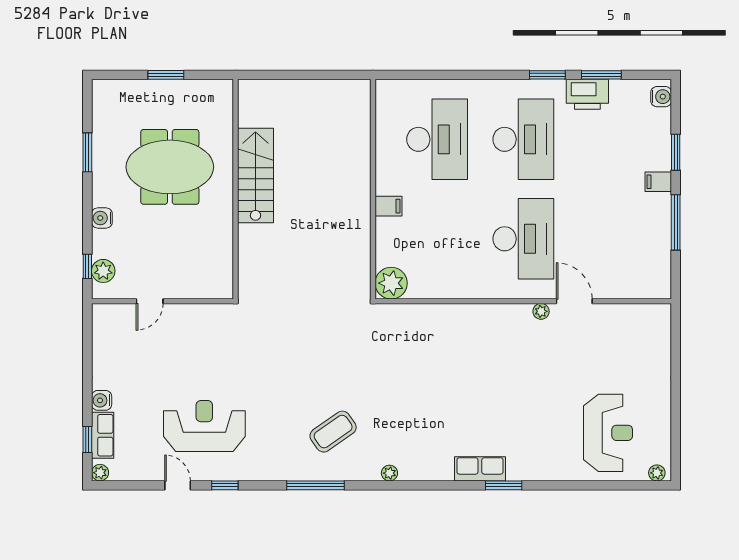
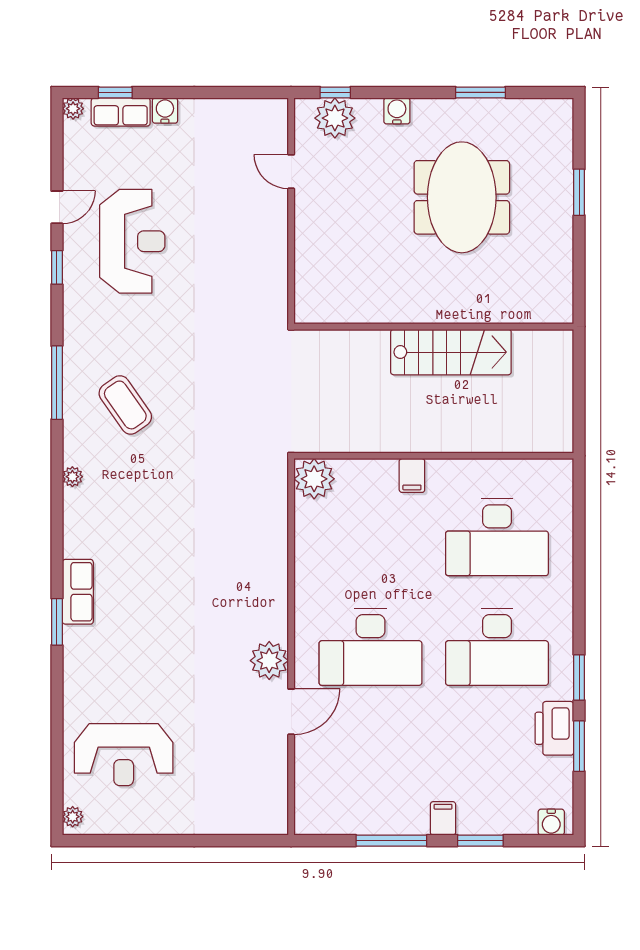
stairs: (255, 175) -> (451, 352), moved
wall: (236, 189) -> (434, 327), moved
plant: (103, 271) -> (335, 118), width x1.36, depth x1.36
plant: (541, 311) -> (269, 661), width x1.88, depth x1.88

